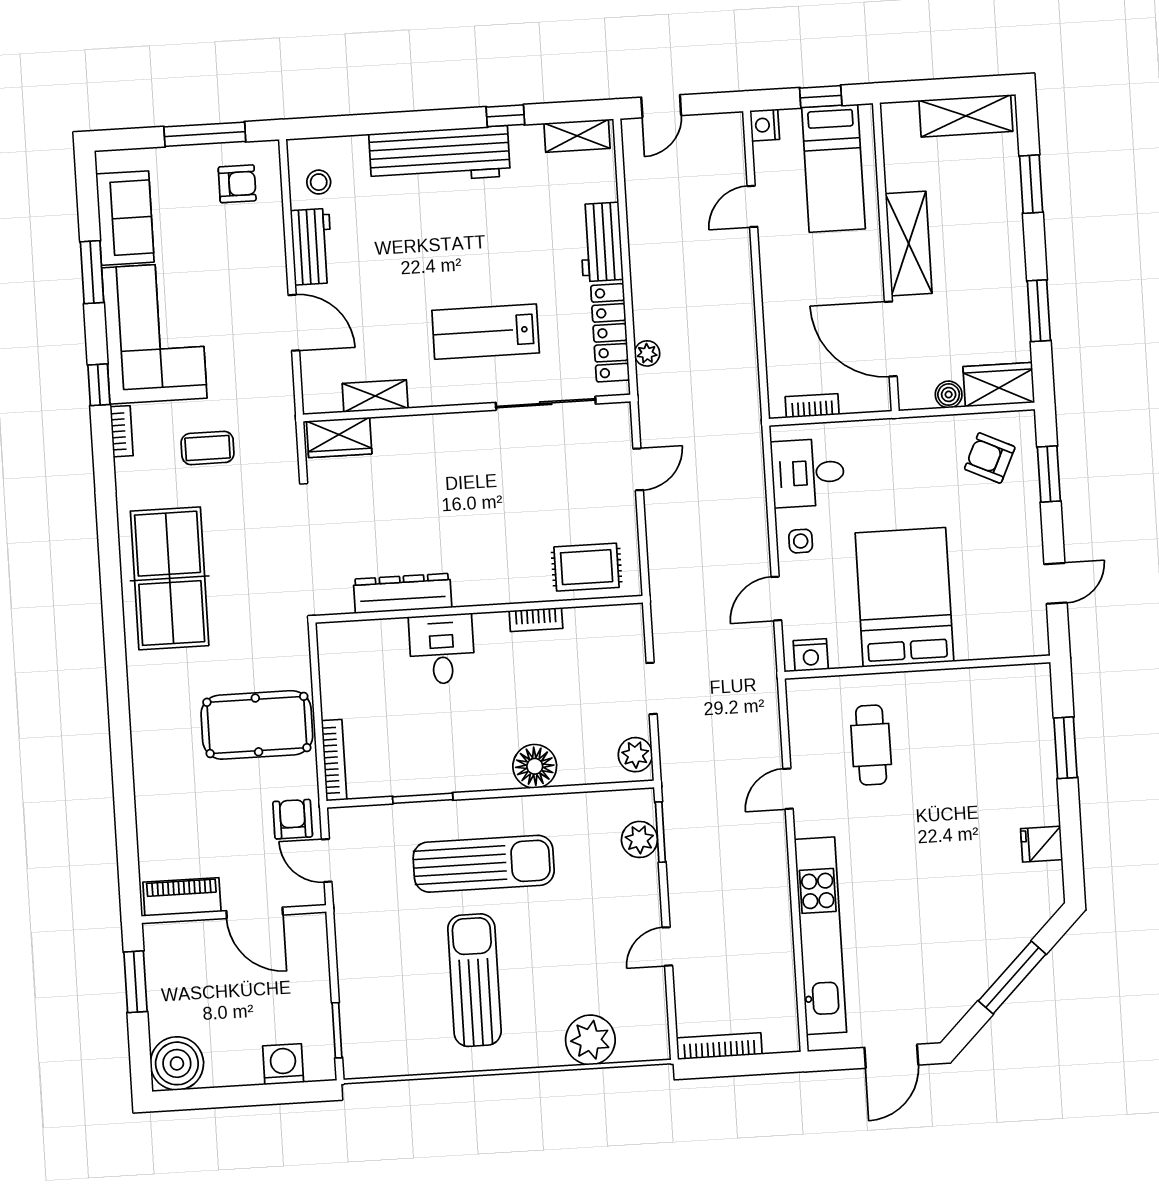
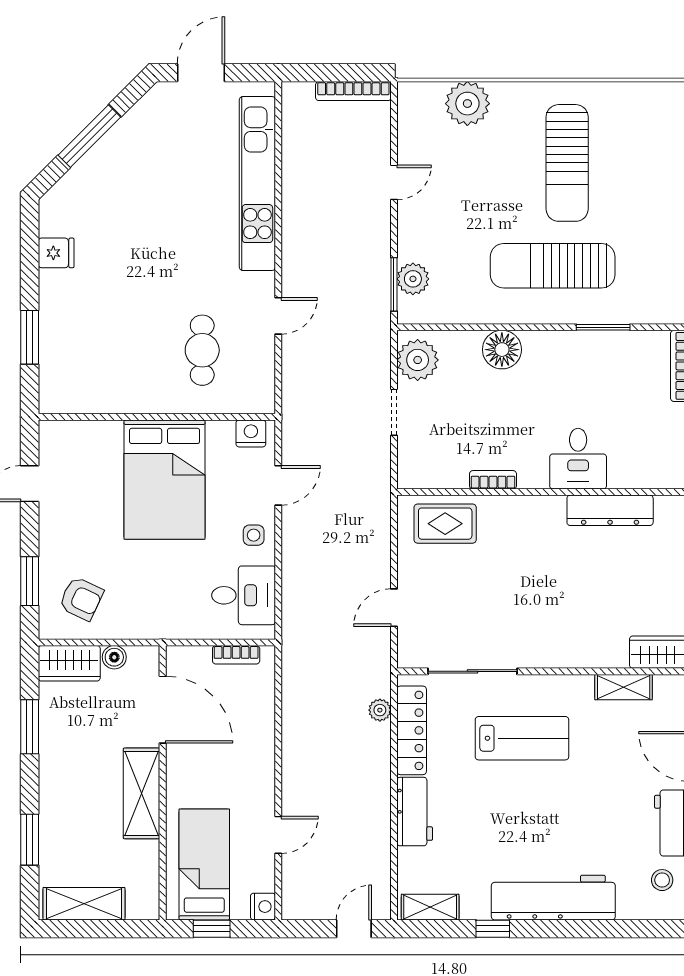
plant: (635, 755) -> (418, 360), width x1.36, depth x1.36

